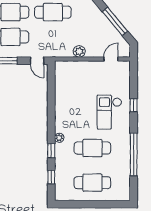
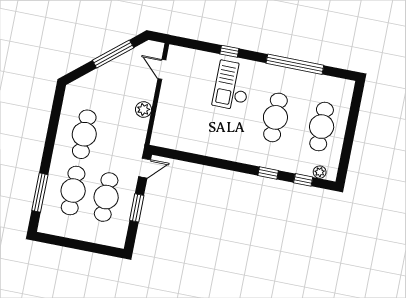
checkout: (109, 112) -> (232, 85), turned 90
plant: (59, 138) -> (320, 172), moved

